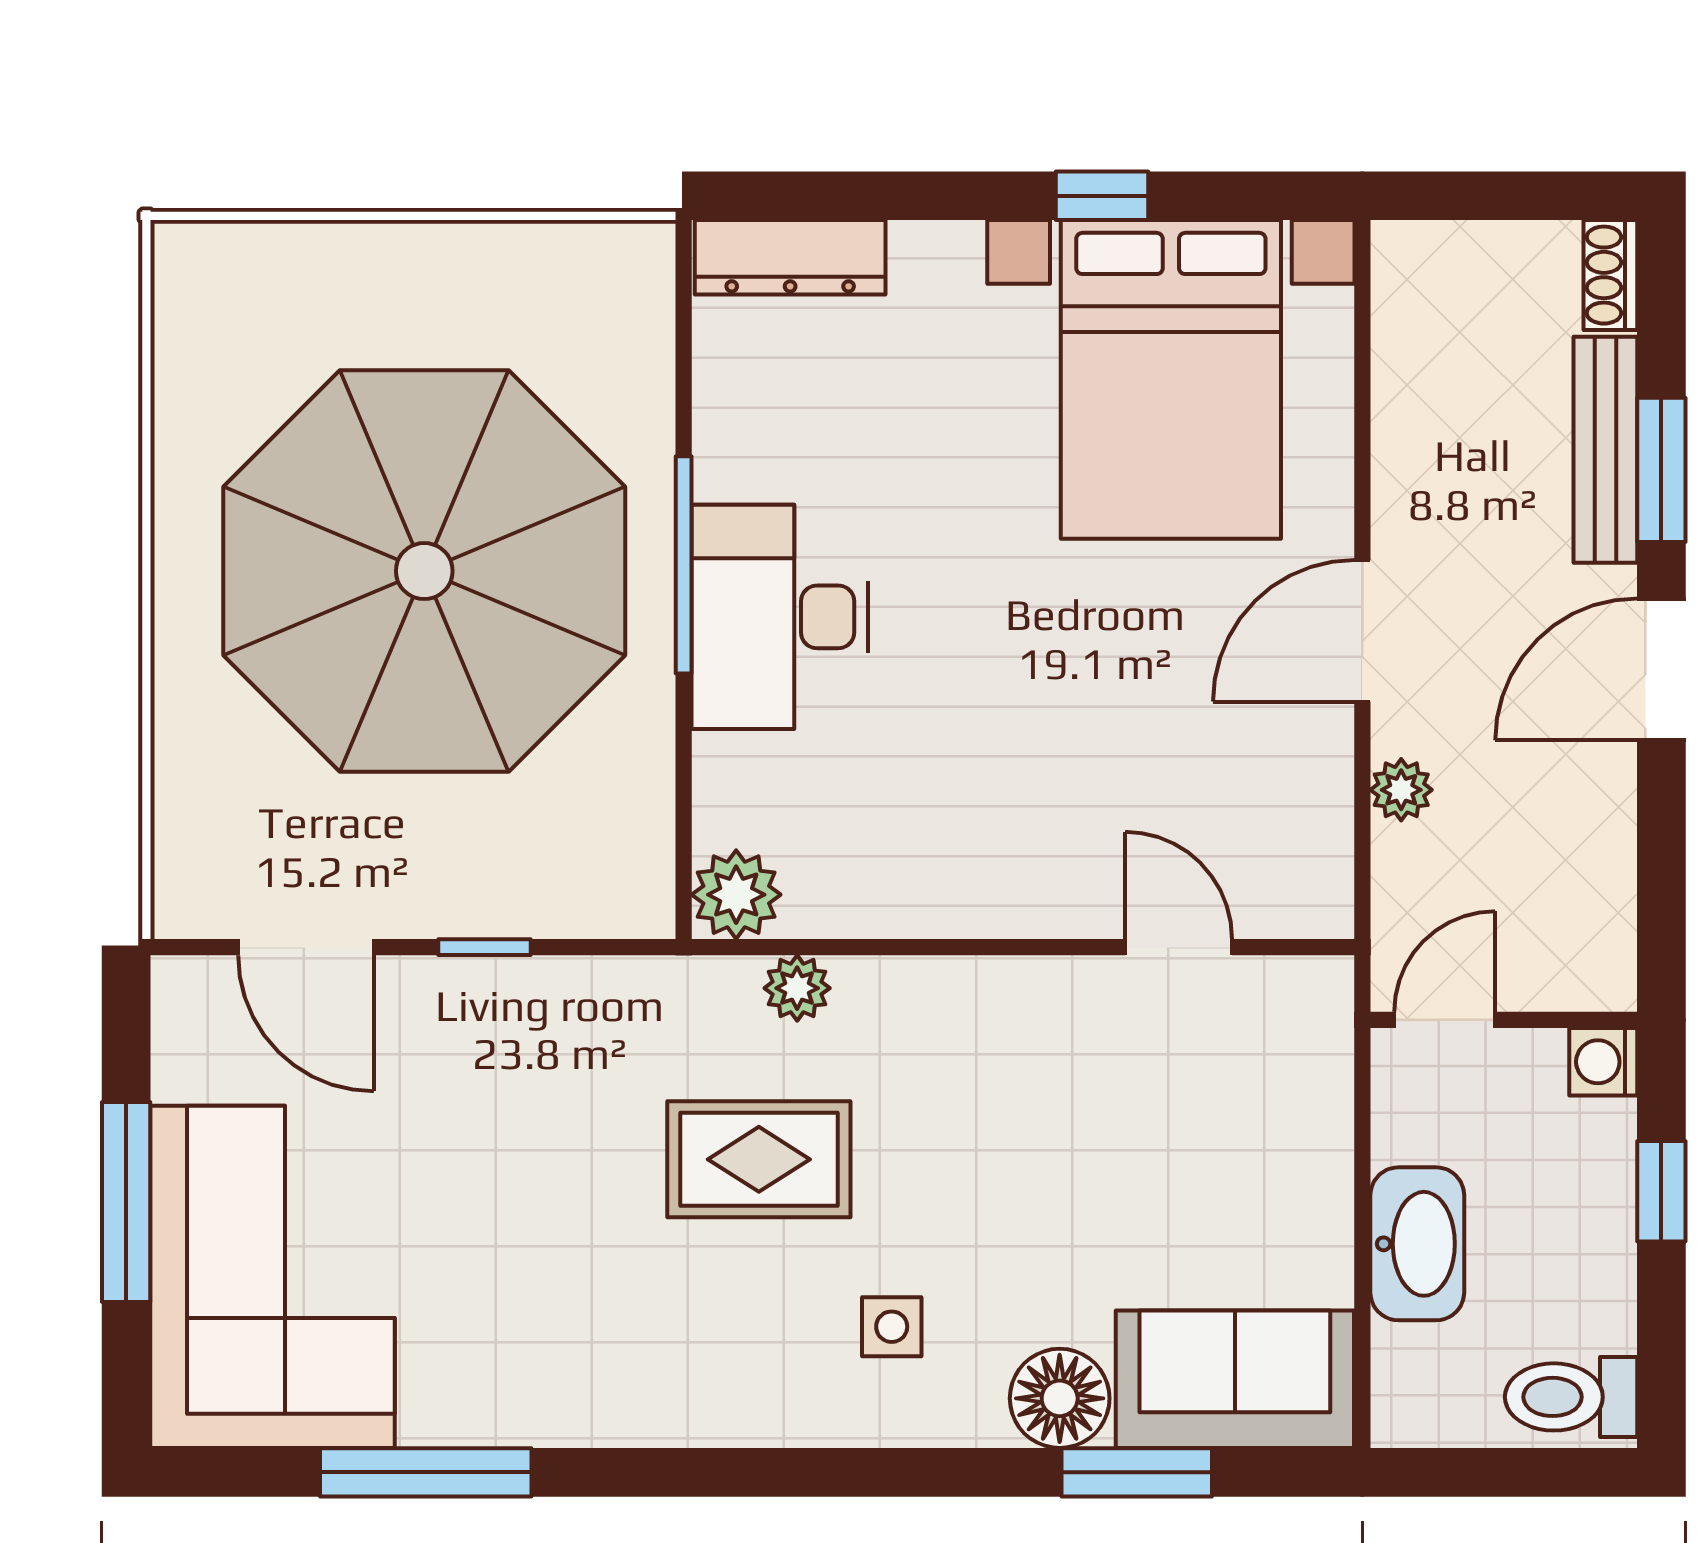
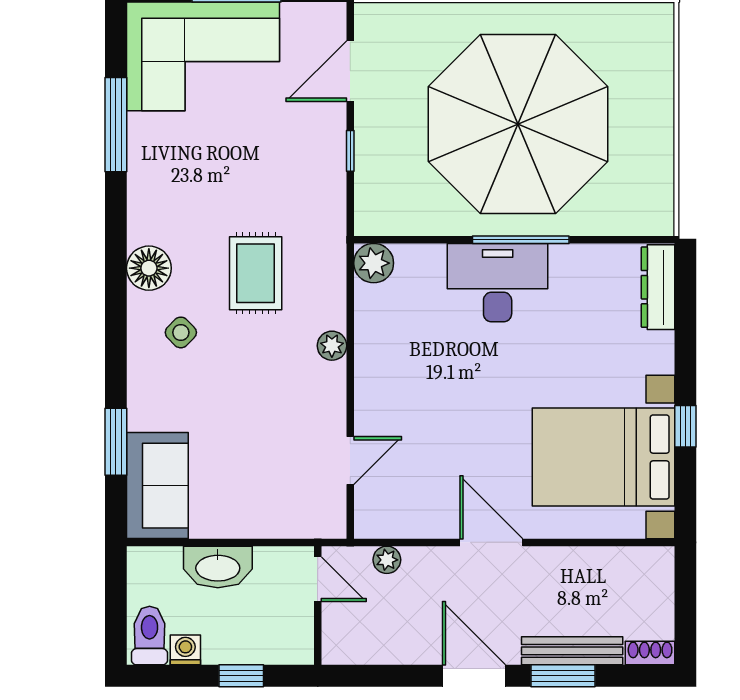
plant: (1401, 790) -> (387, 560), moved
plant: (797, 988) -> (332, 346), moved
washing machine: (1603, 1062) -> (185, 650), moved
side table: (892, 1327) -> (181, 332), turned 45
floor lamp: (1060, 1398) -> (149, 268), moved

